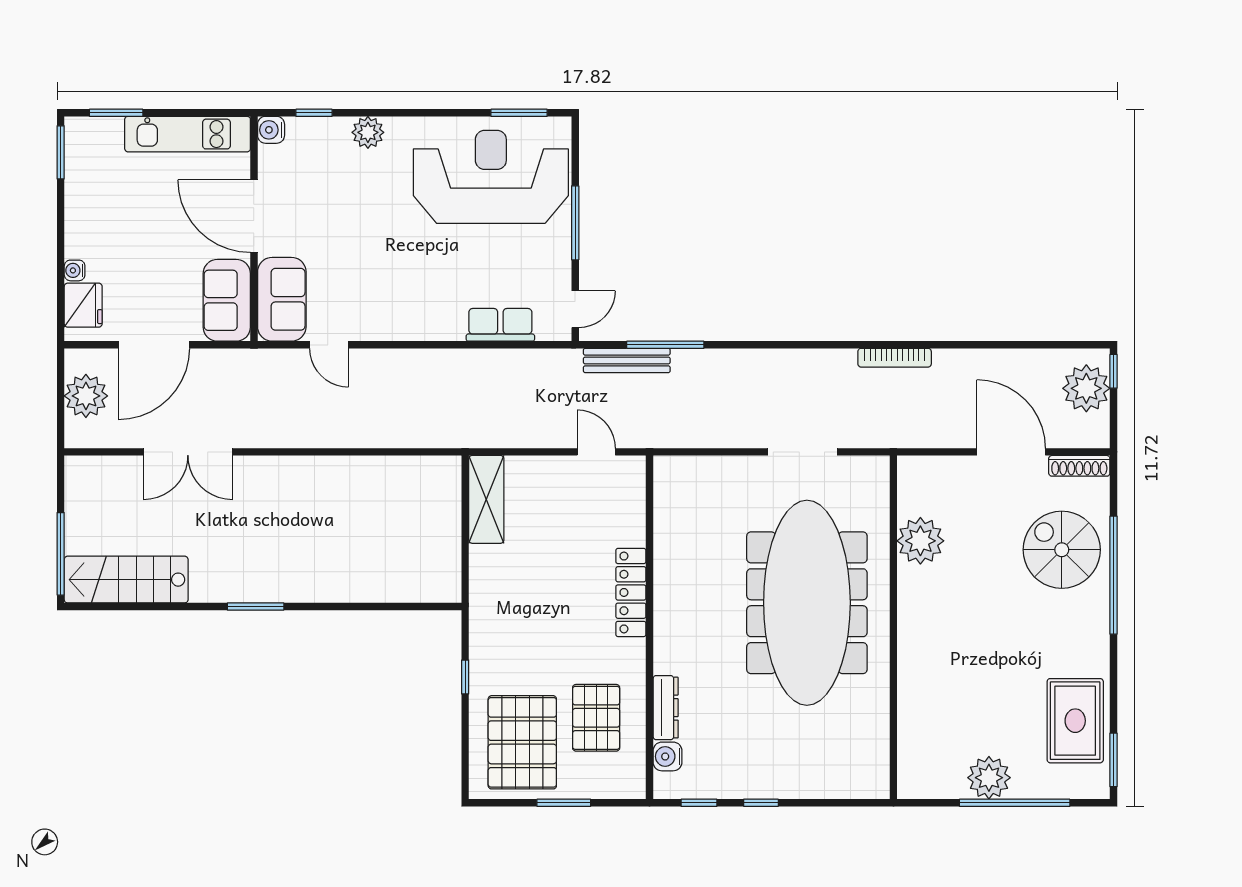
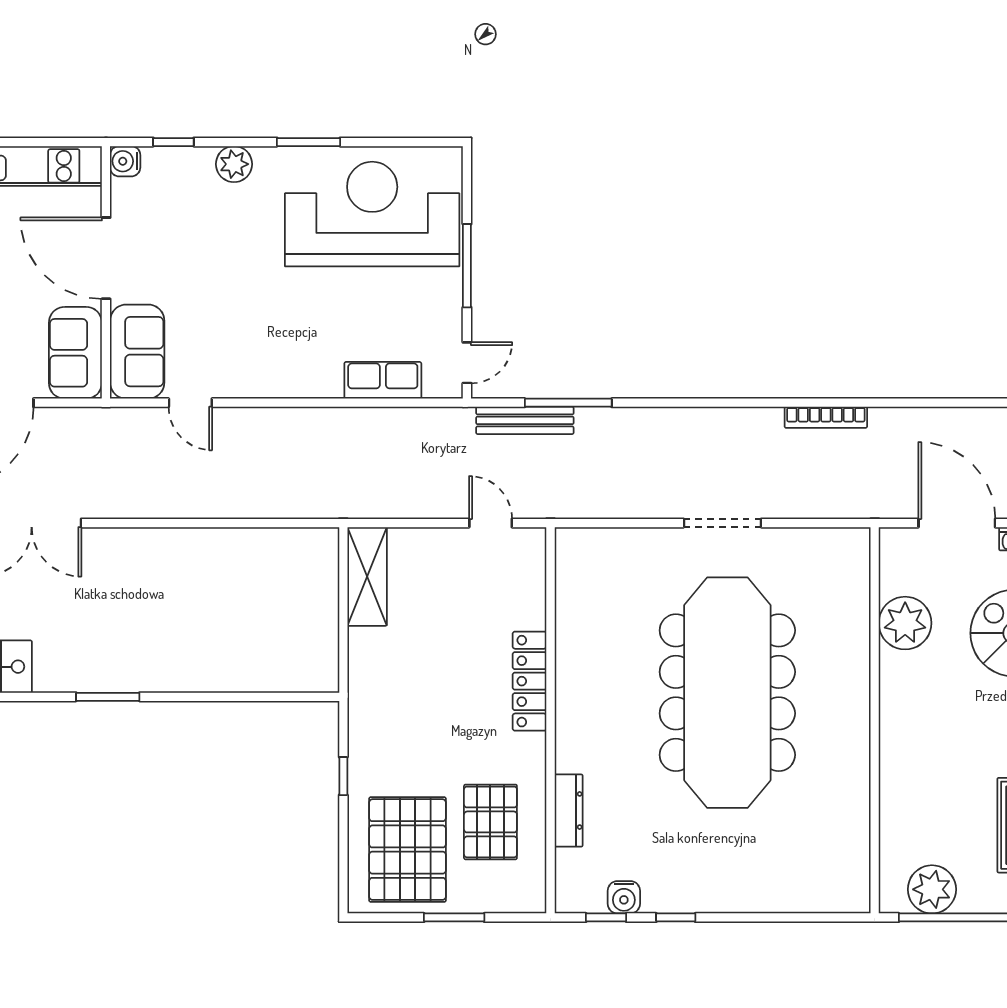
window: (519, 113) -> (309, 142), moved
plant: (920, 541) -> (905, 623), moved
wall: (893, 627) -> (875, 720), moved
water cooler: (667, 756) -> (624, 897), moved, turned -90

